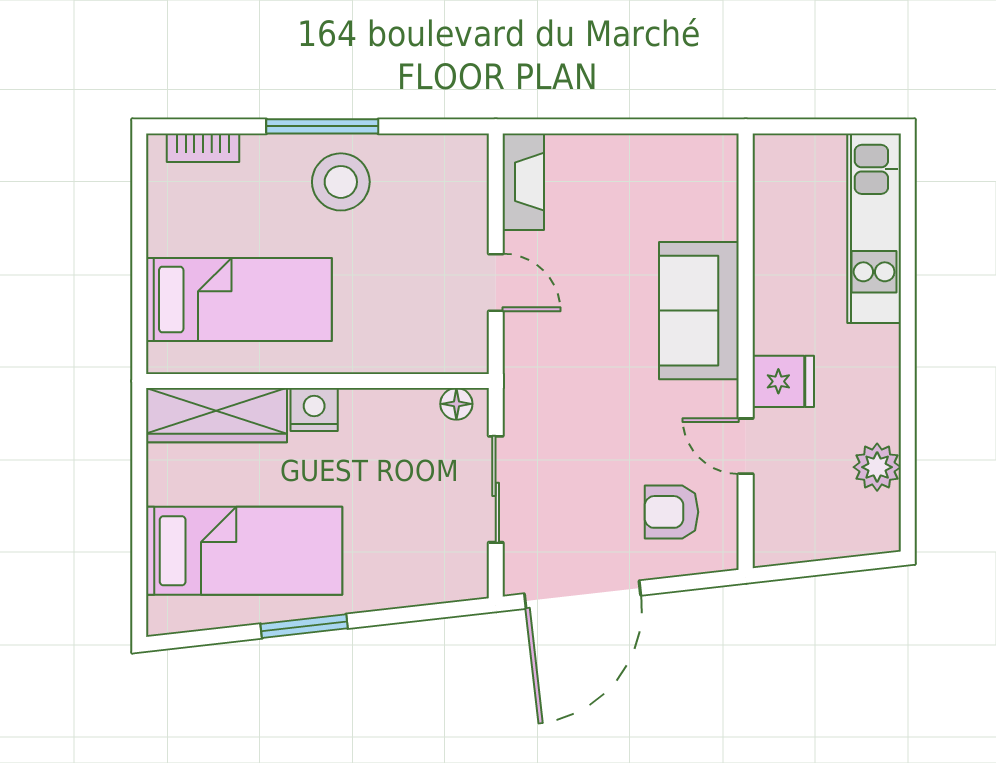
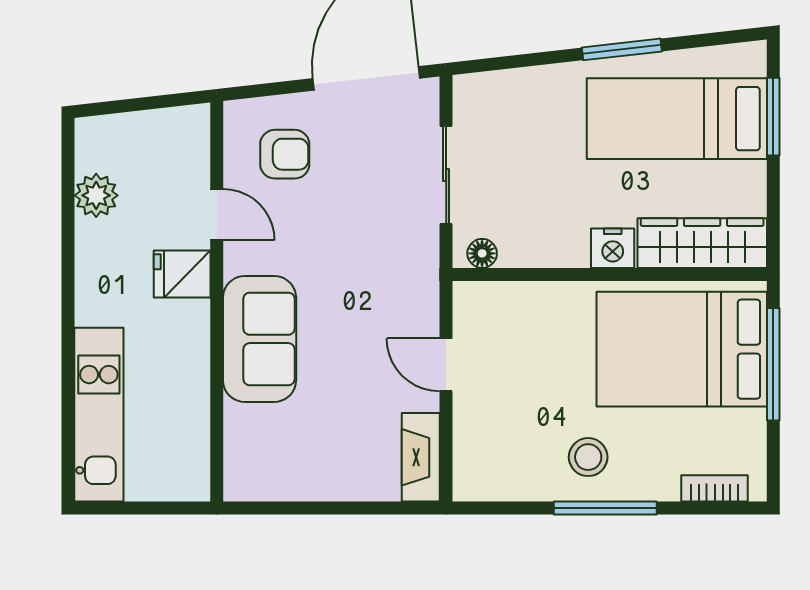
stool: (341, 182) -> (588, 457), width x0.73, depth x0.73
window: (139, 283) -> (773, 364), added
bed: (239, 299) -> (682, 349), width x1.50
window: (139, 553) -> (773, 117), added

